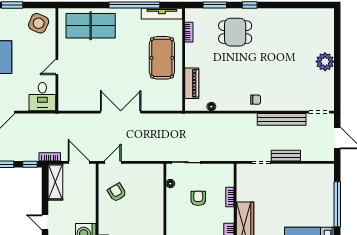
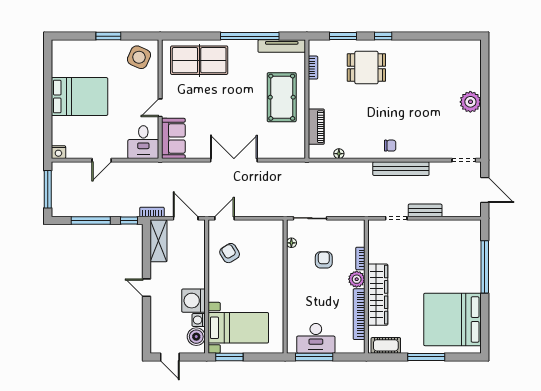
sofa: (68, 93) -> (173, 138), added
bench: (282, 119) -> (401, 169), moved
plant: (227, 215) -> (357, 279), added

